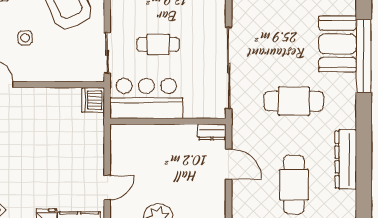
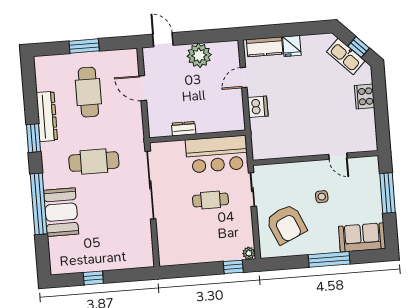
dishwasher: (93, 100) -> (258, 107), moved
dresser: (212, 132) -> (184, 129), moved
window: (364, 135) -> (33, 138), added
door: (229, 164) -> (143, 88), moved

